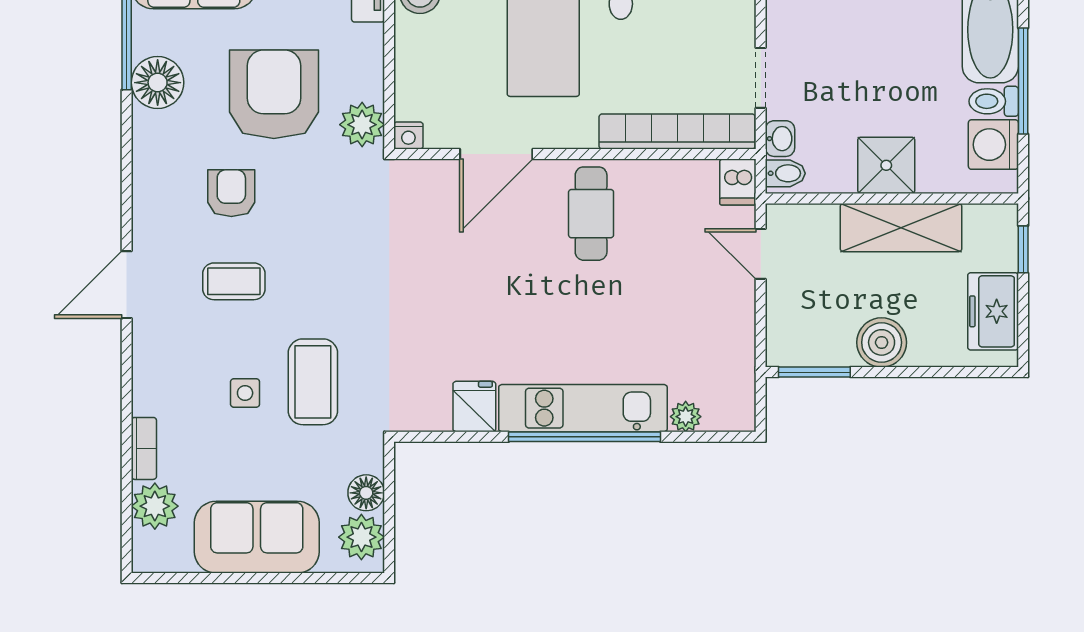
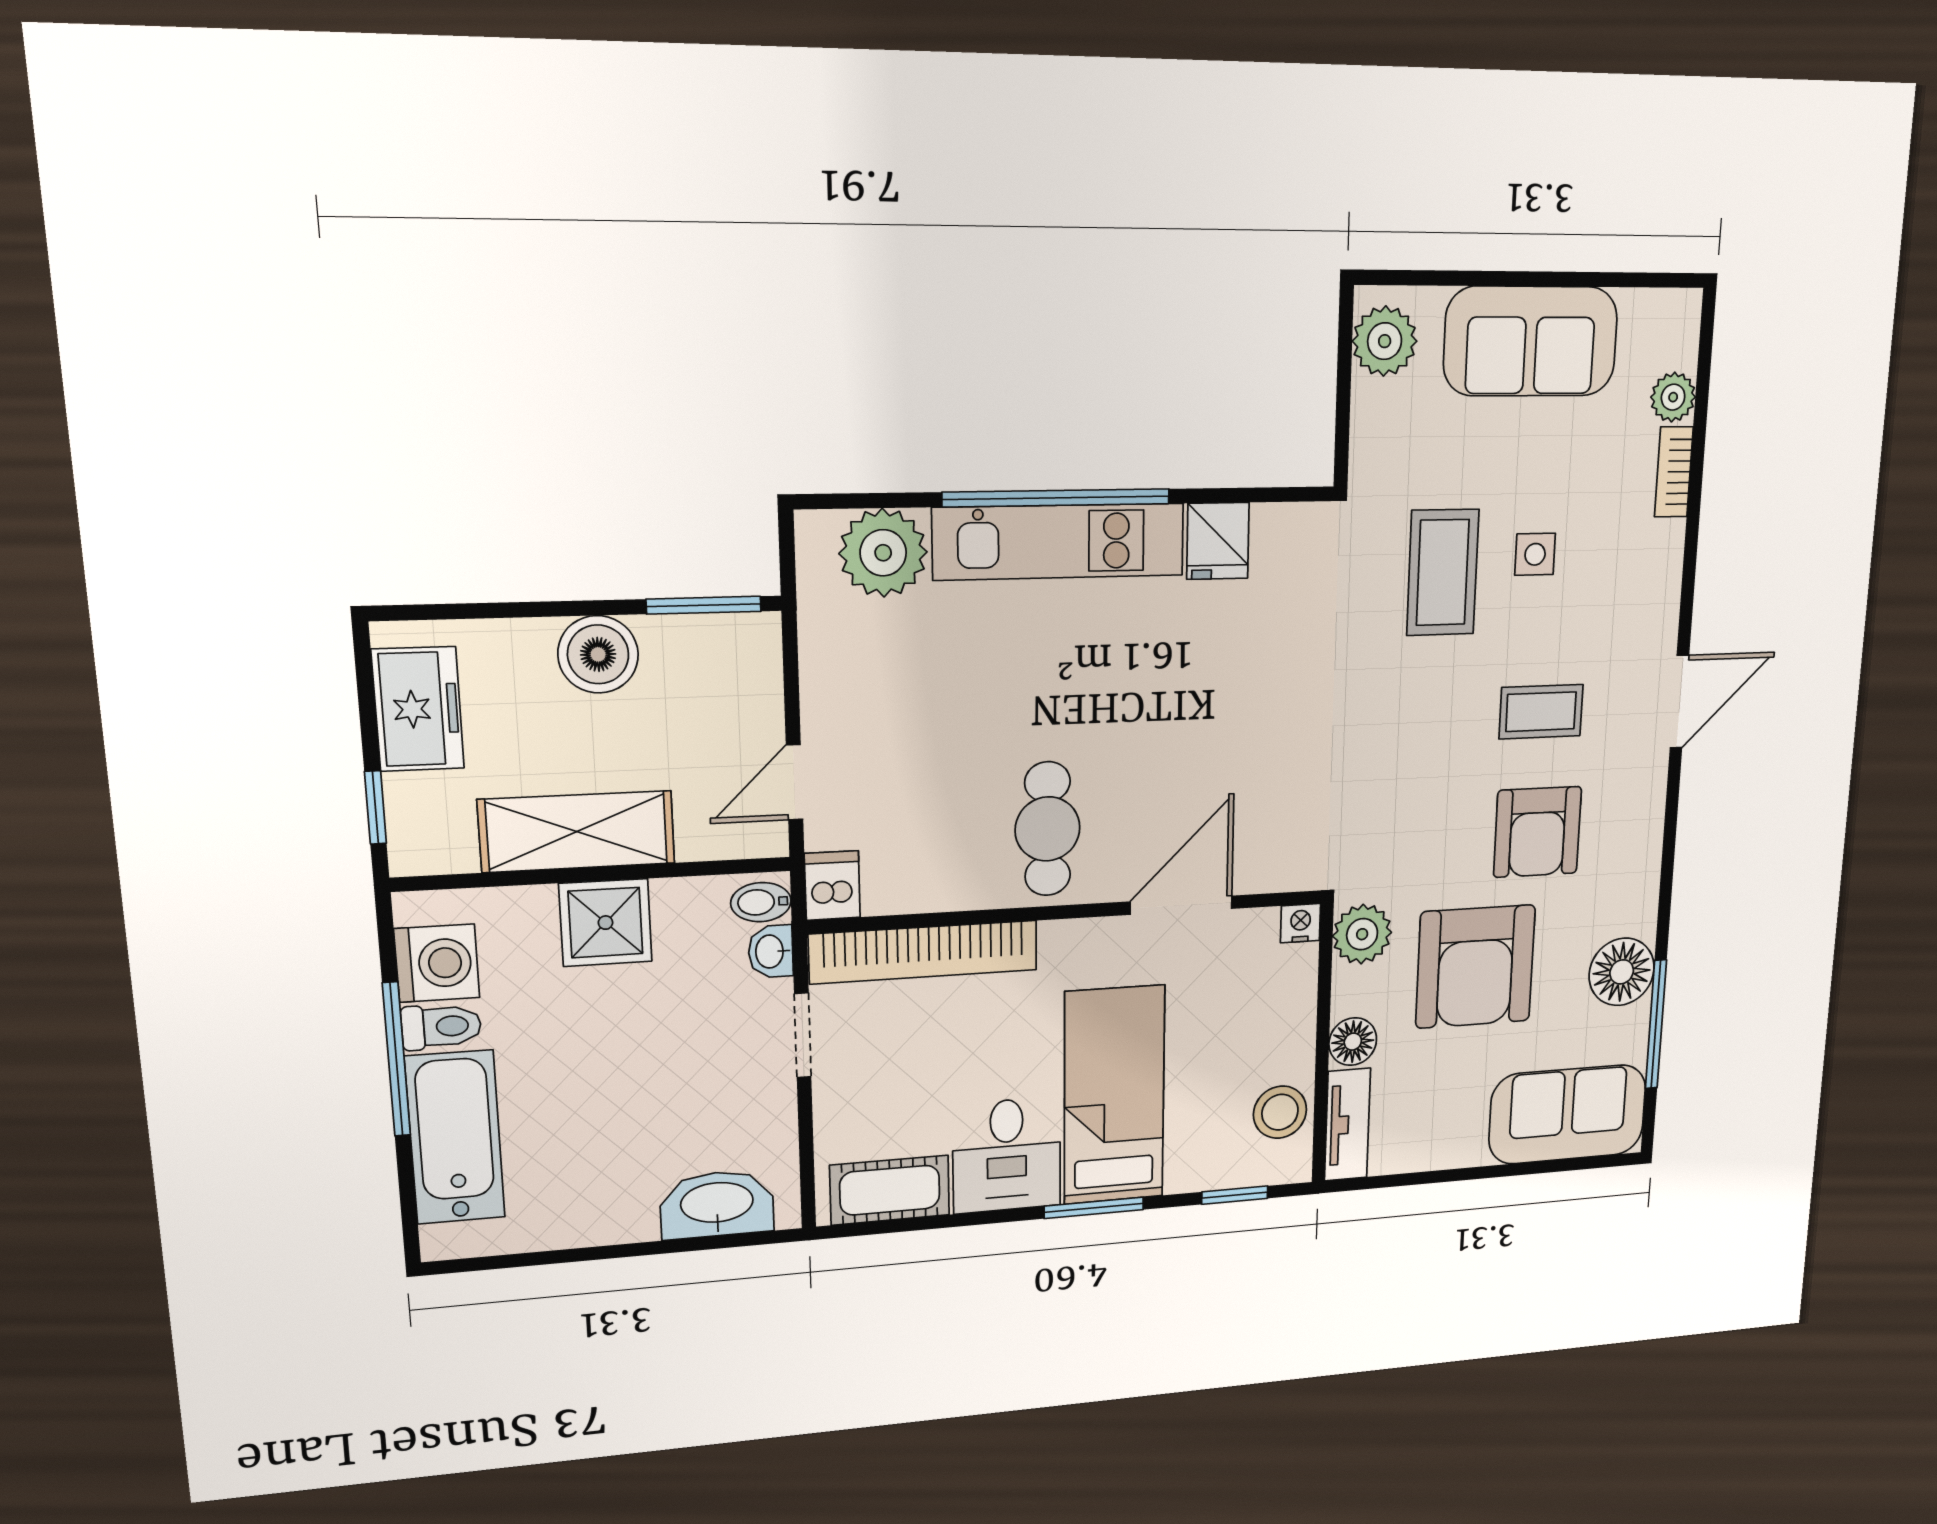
armchair: (231, 193) -> (1537, 832), width x1.38, depth x1.38
door: (761, 254) -> (794, 782), swing flipped
plant: (686, 417) -> (883, 553), width x1.87, depth x1.87
floor lamp: (366, 493) -> (1353, 1042), moved
plant: (155, 506) -> (1673, 397), width x0.73, depth x0.73

